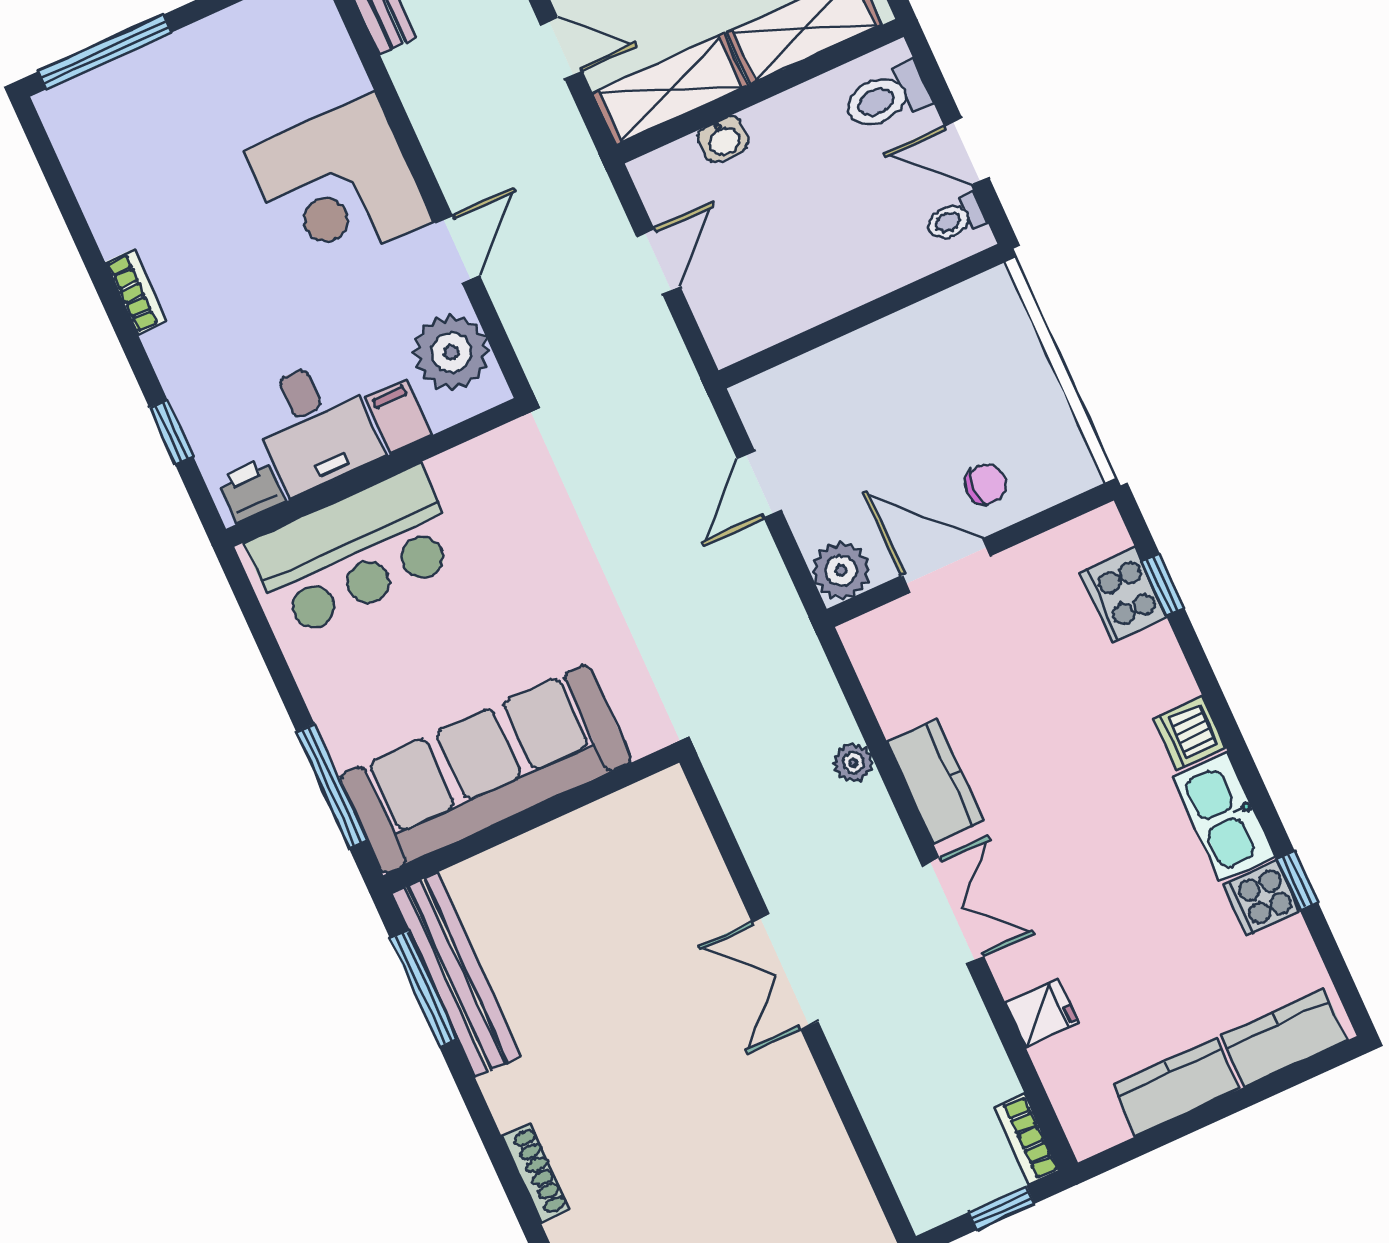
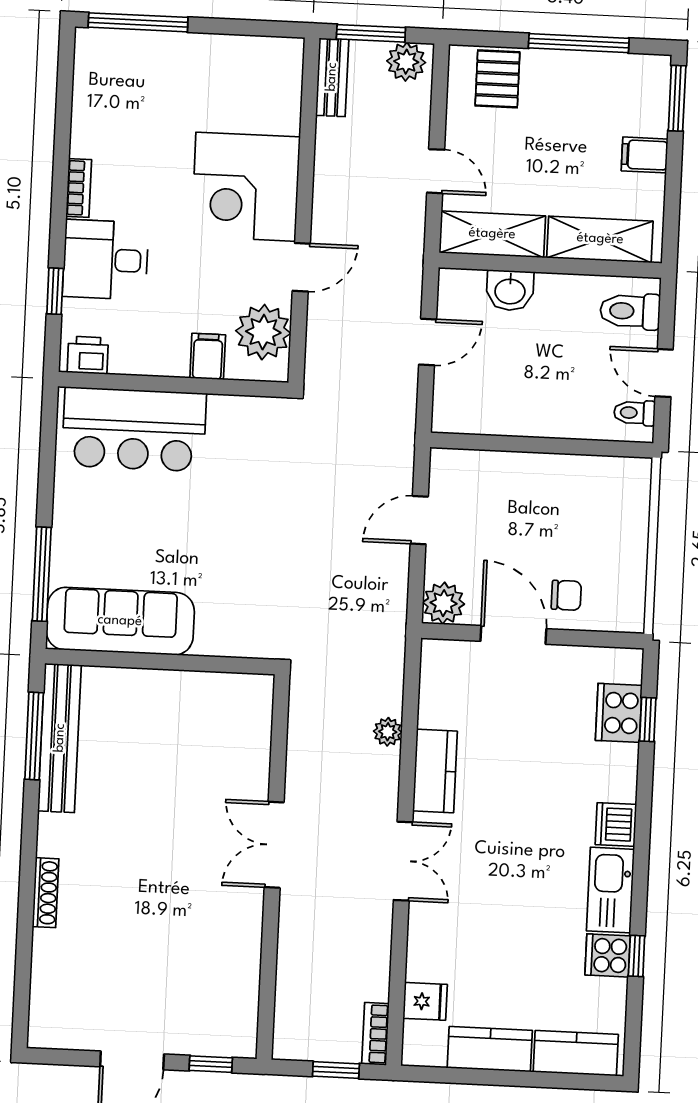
washbasin: (723, 139) -> (510, 290), width x1.38, depth x1.45
desk: (315, 426) -> (105, 260), moved, turned 90
sofa: (486, 769) -> (120, 621), width x0.74, depth x0.79
fridge: (1042, 1013) -> (425, 1001), moved

